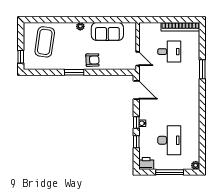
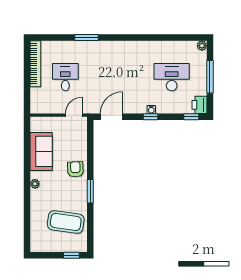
coffee table: (45, 42) -> (66, 222), moved
window: (136, 142) -> (191, 117), moved

